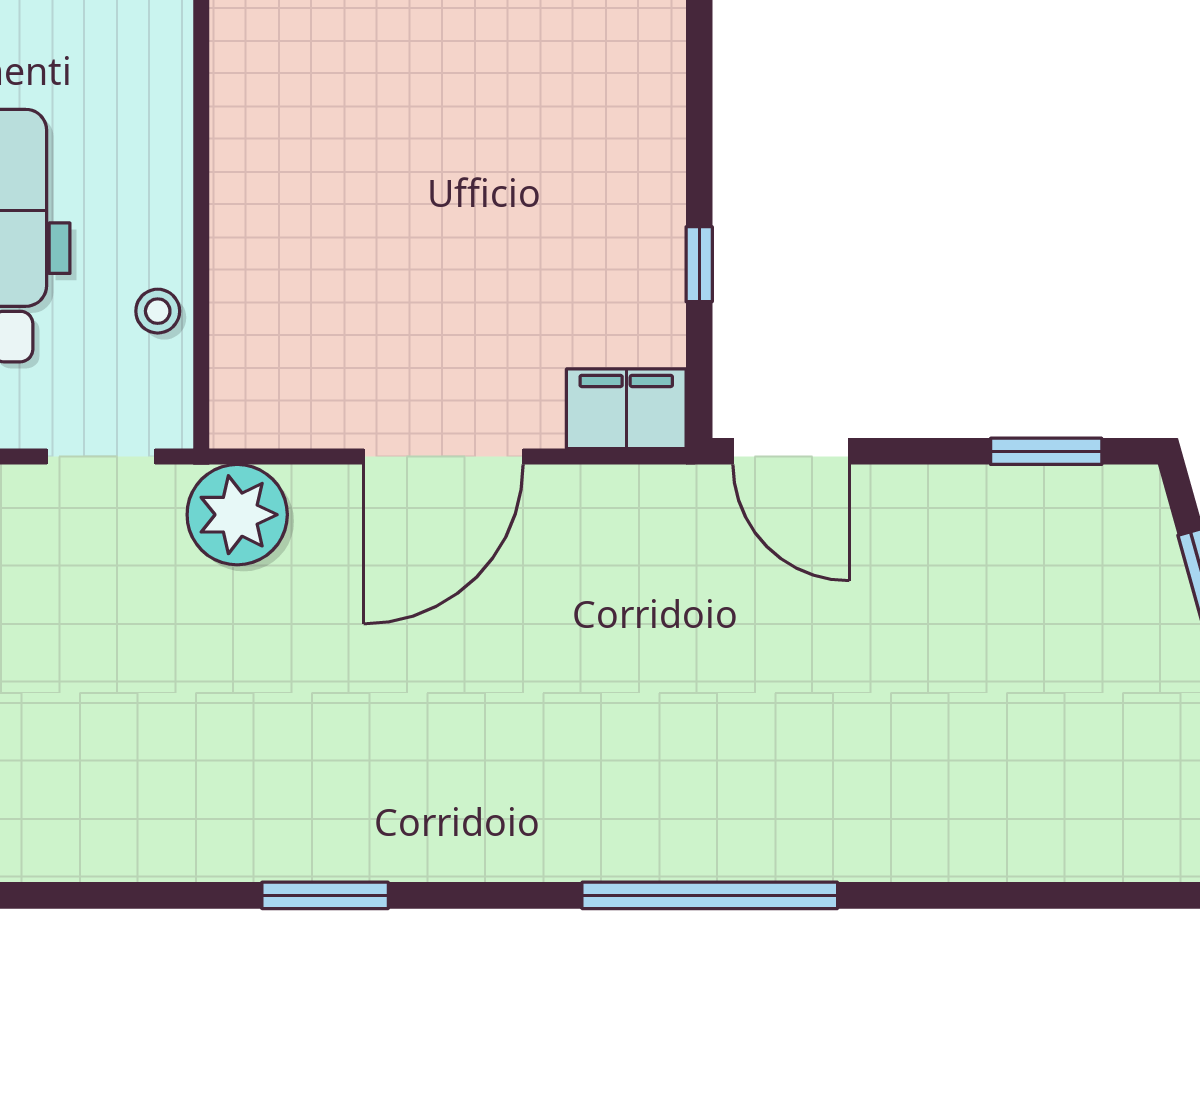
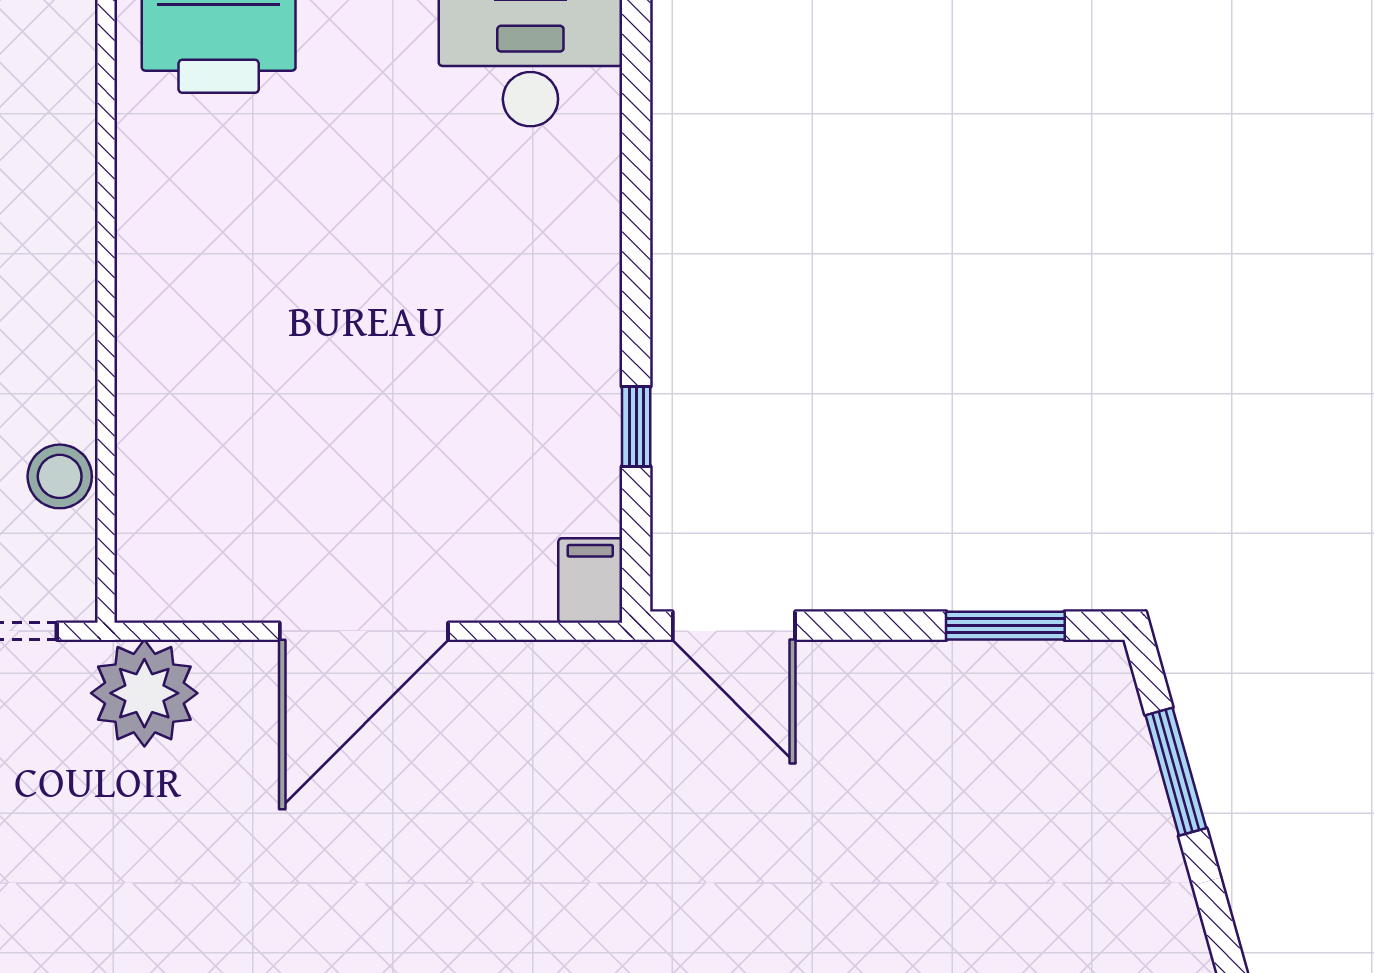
stool: (158, 311) -> (60, 476), width x1.37, depth x1.37
filing cabinet: (626, 409) -> (590, 580), width x0.50

